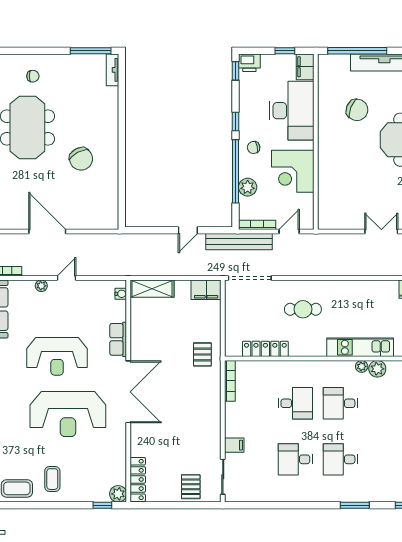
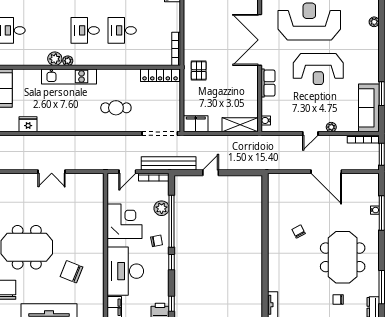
chair: (81, 159) -> (299, 231), width x0.54, depth x0.54
locker: (265, 349) -> (160, 75), moved
reception desk: (57, 356) -> (318, 69), turned 180
desk: (340, 403) -> (85, 30), turned 180

